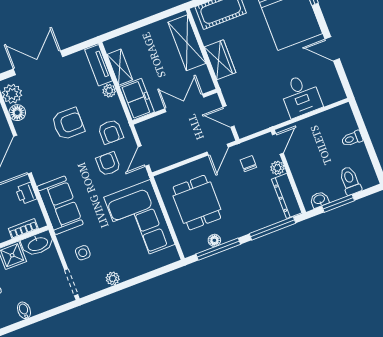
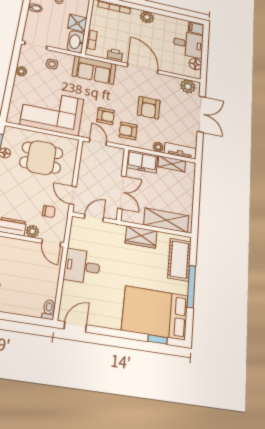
door: (332, 49) -> (75, 327), moved
desk: (301, 96) -> (82, 266), moved
floor lamp: (17, 113) -> (173, 82), removed
toilet: (352, 139) -> (49, 310), moved

